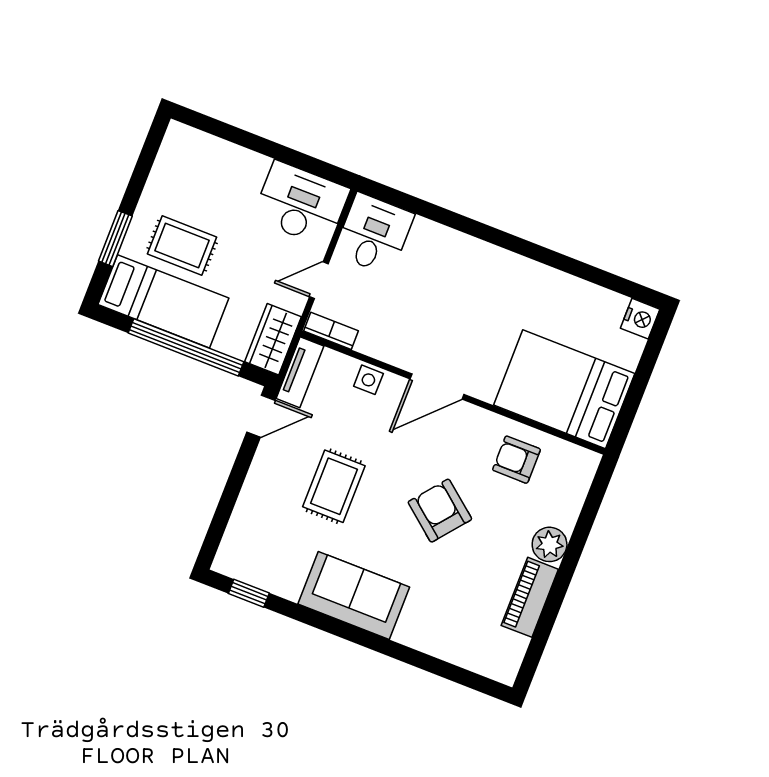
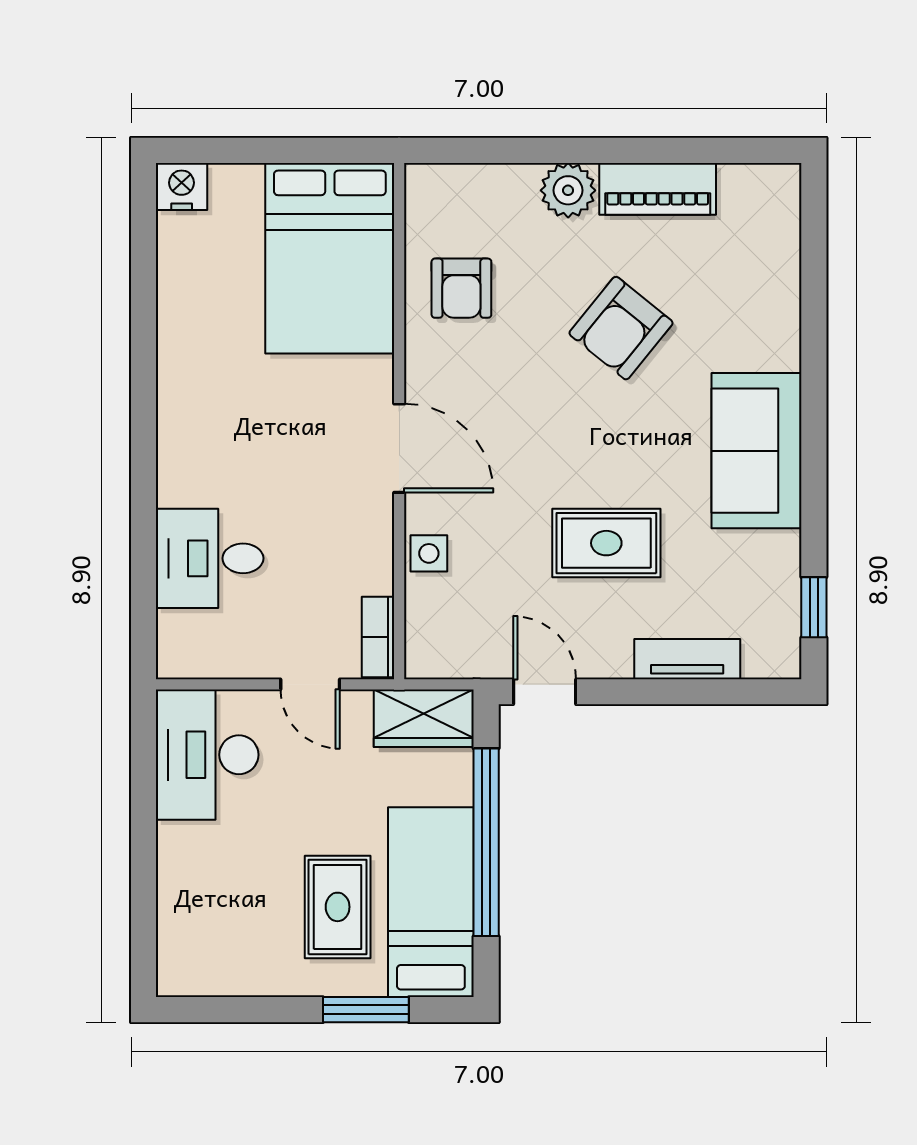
desk: (374, 234) -> (210, 558), moved
tv unit: (300, 372) -> (687, 659), moved
armchair: (440, 511) -> (621, 328), moved

